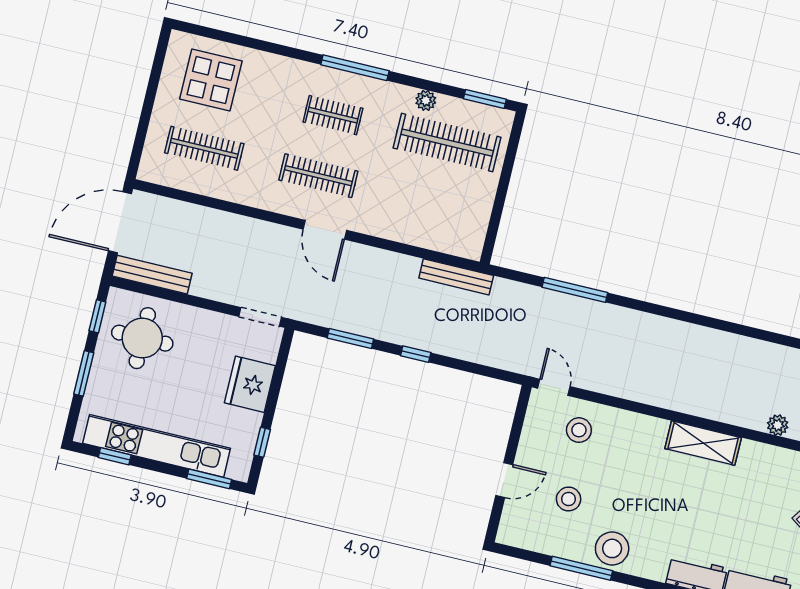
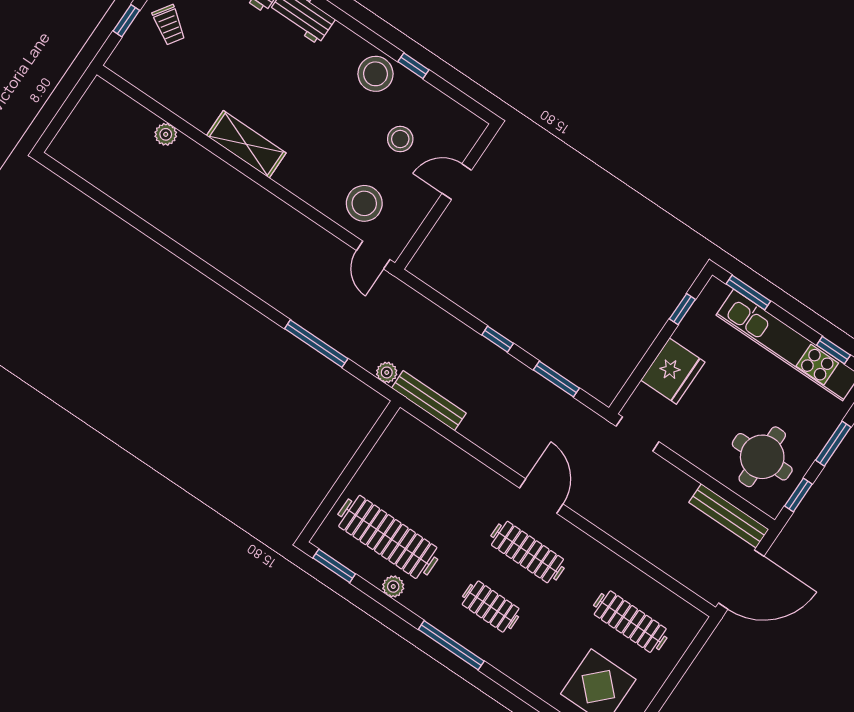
plant: (503, 288) -> (387, 372), added
stool: (579, 430) -> (364, 203), width x1.38, depth x1.38
window: (581, 568) -> (413, 66), width x0.46

